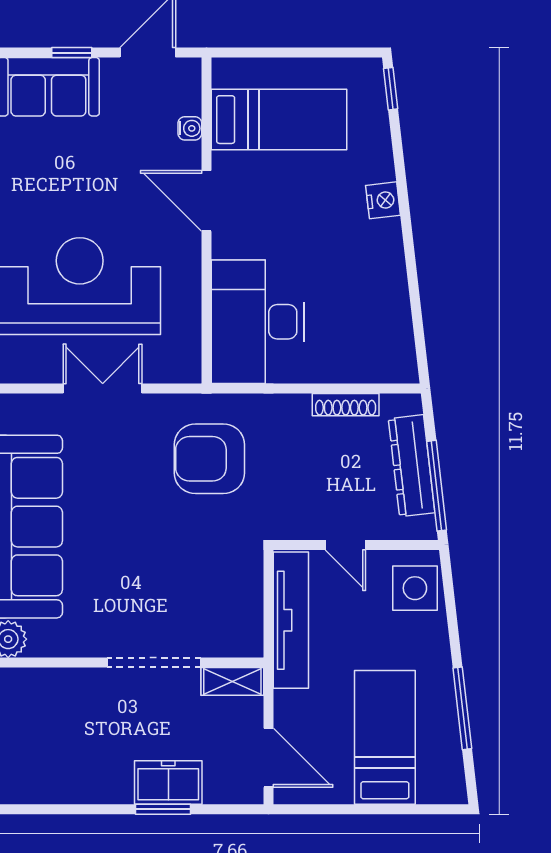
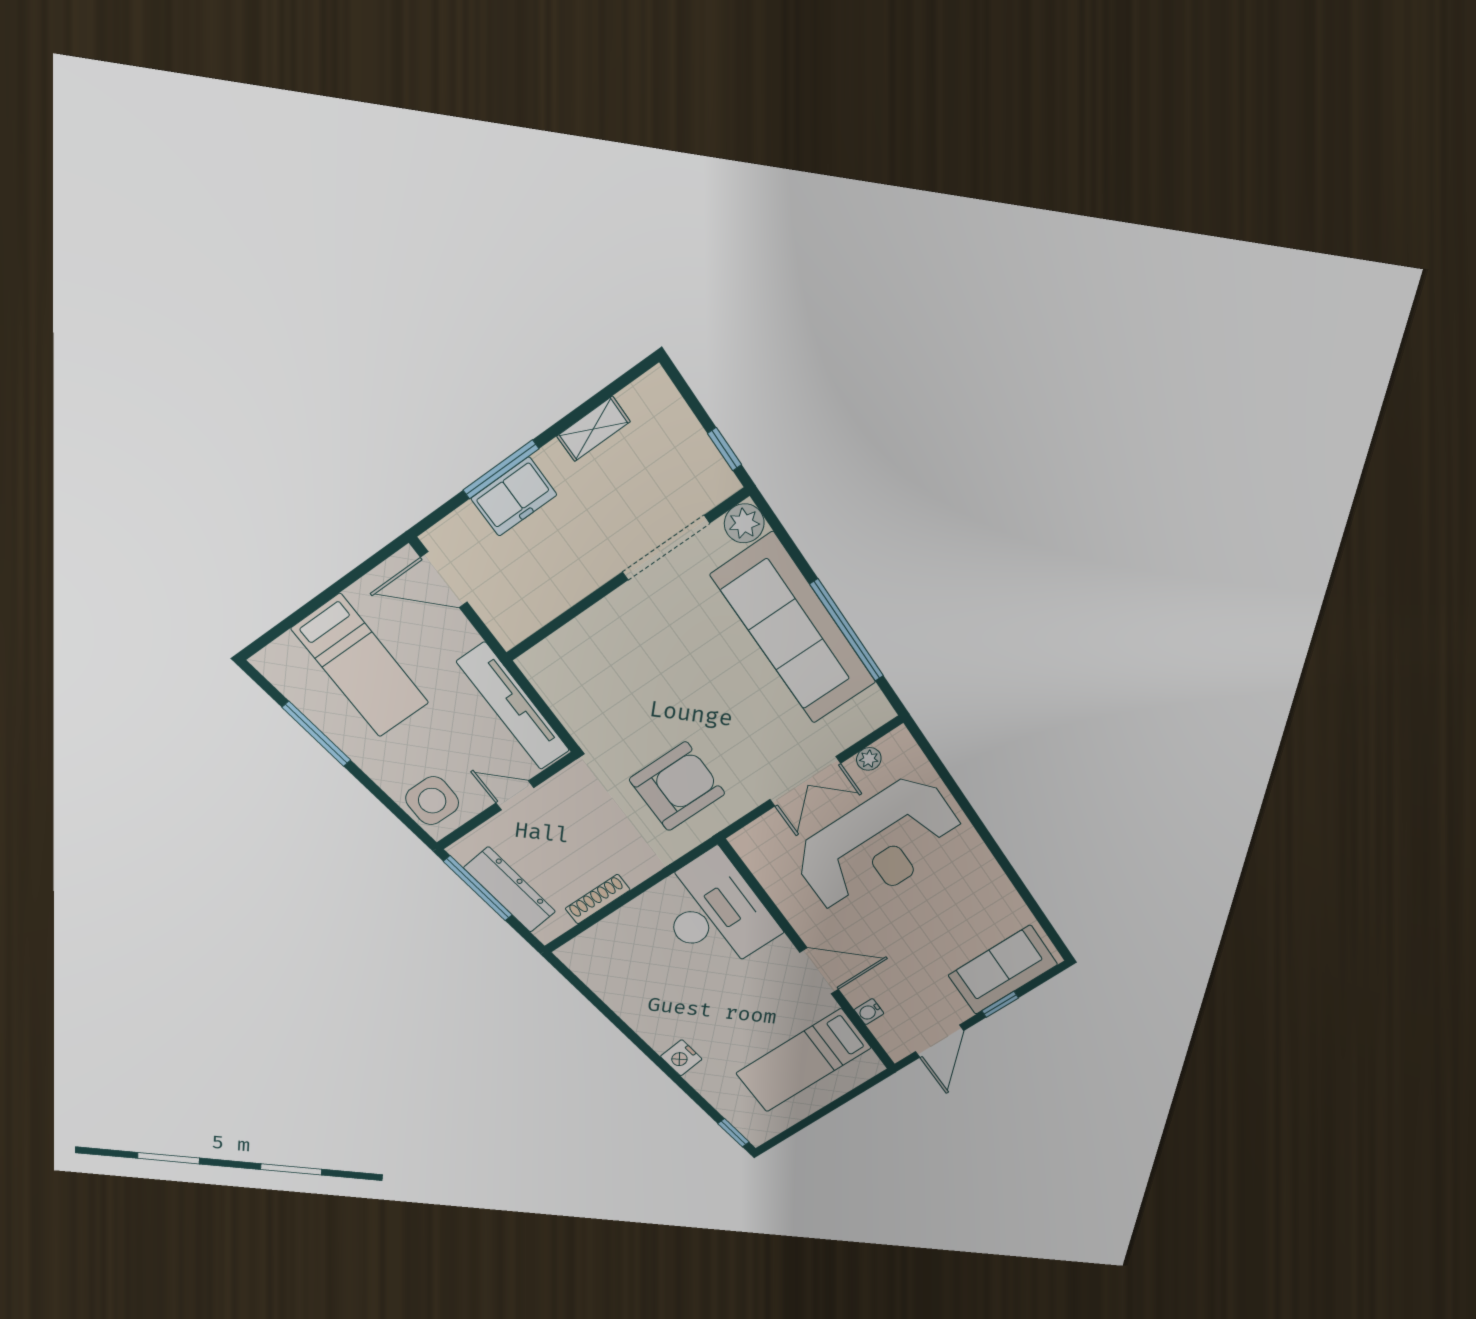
plant: (38, 371) -> (869, 759), added
doorway: (154, 662) -> (666, 548), moved
shelving: (232, 681) -> (593, 429), moved
window: (163, 809) -> (501, 469), width x1.44

